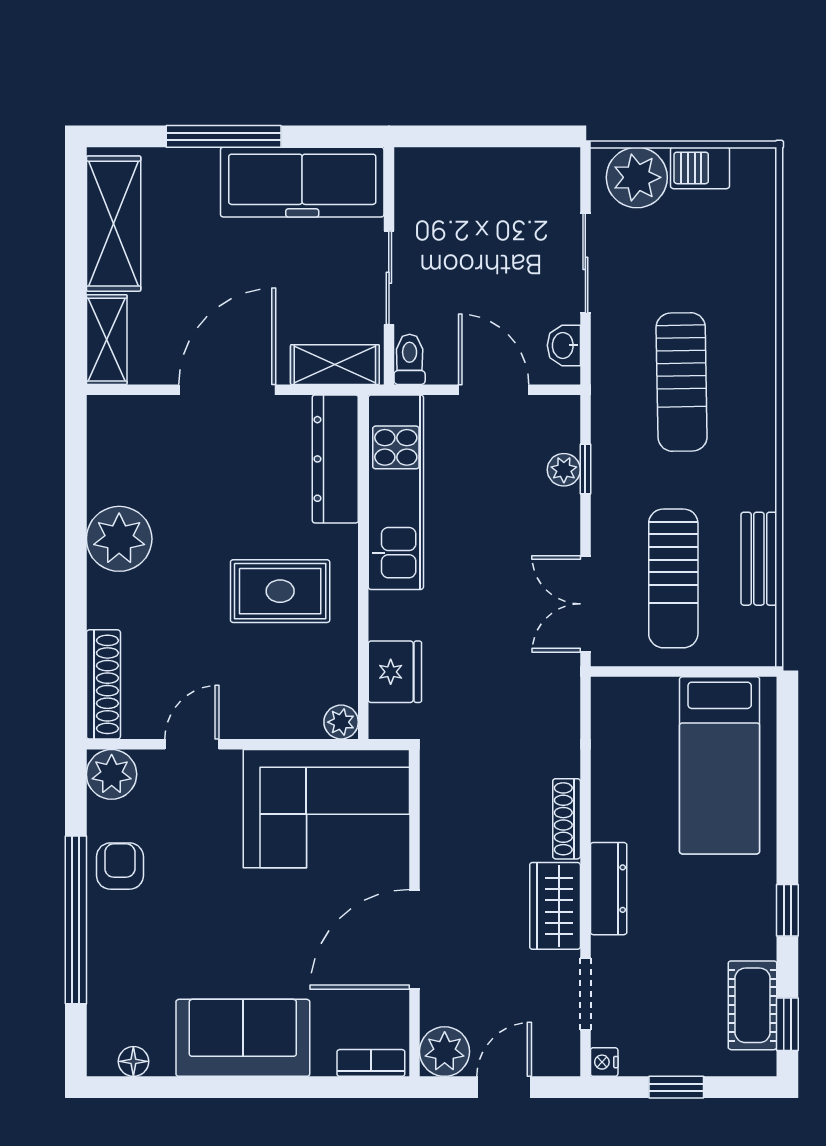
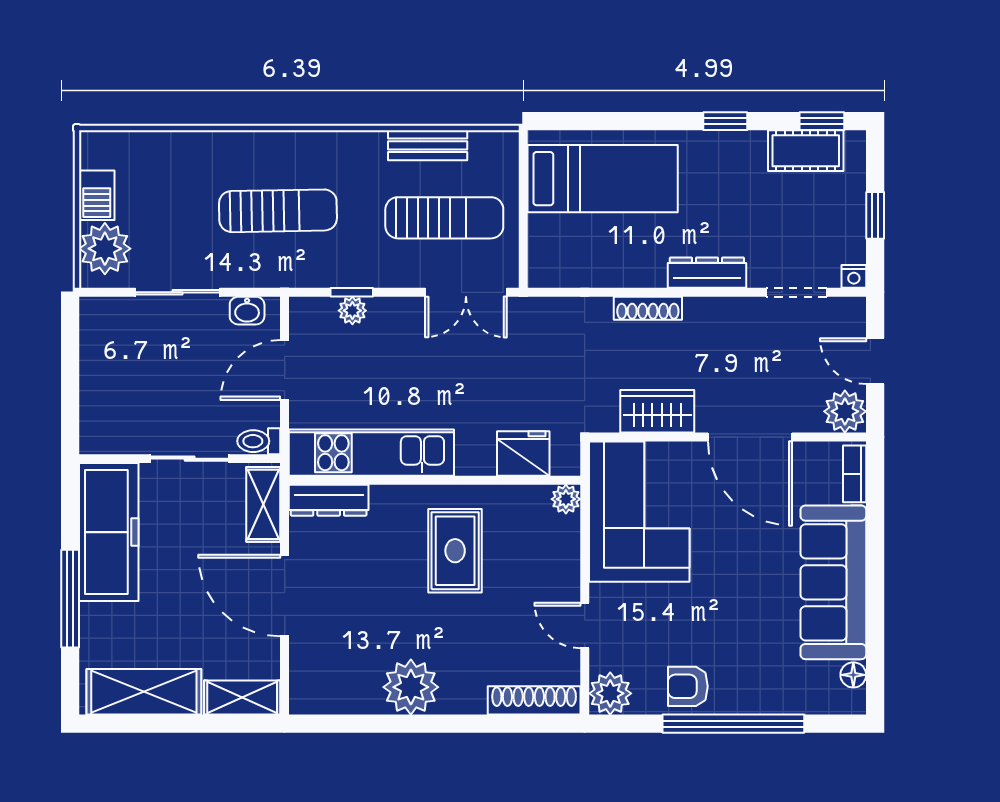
dresser: (335, 459) -> (329, 500), width x0.73, depth x0.80
wardrobe: (555, 906) -> (657, 411), moved, turned 180
sofa: (243, 1038) -> (833, 582), width x1.36

